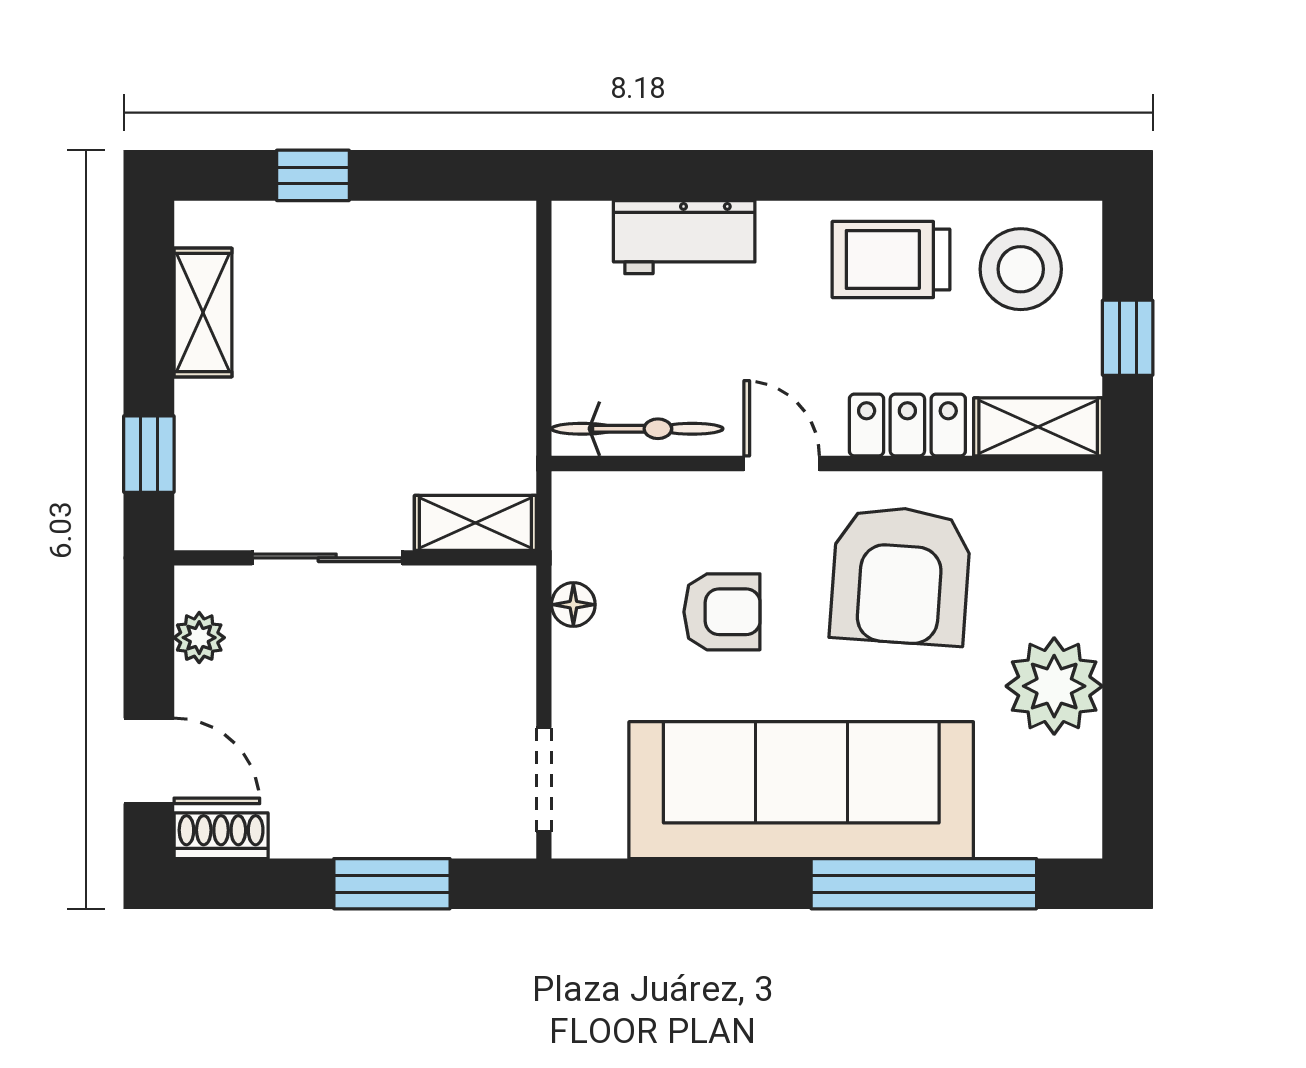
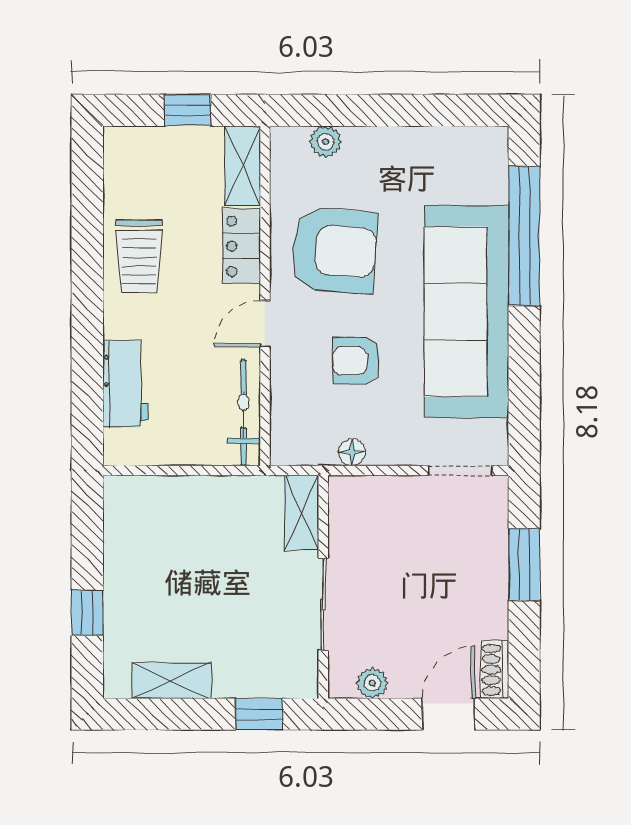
stool: (1021, 269) -> (145, 176), removed
armchair: (722, 612) -> (356, 361), turned -90
plant: (1054, 686) -> (326, 142), moved, width x0.53, depth x0.53

